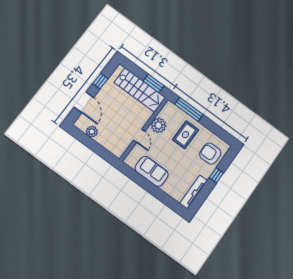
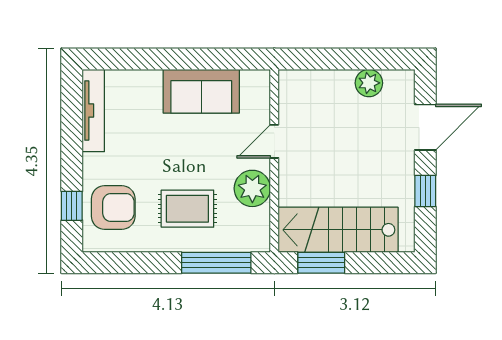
door: (84, 102) -> (425, 127), swing flipped
rug: (185, 135) -> (187, 209), turned 90
door: (139, 136) -> (274, 141), hinge flipped
window: (216, 175) -> (72, 206), moved

